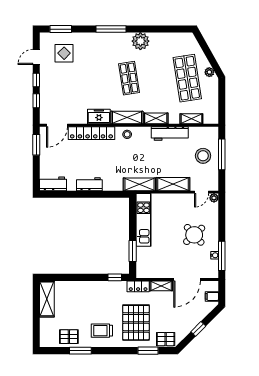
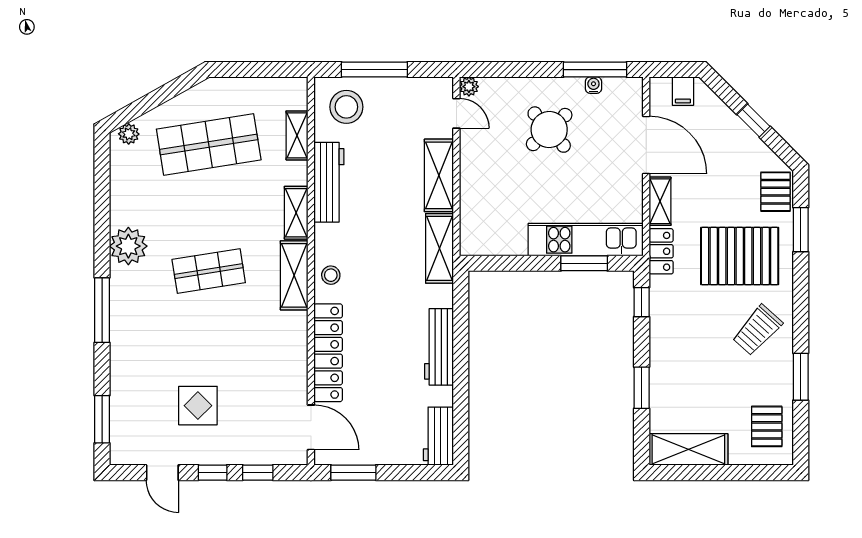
display table: (64, 53) -> (198, 406), moved
plant: (209, 72) -> (129, 134), moved
freezer: (99, 116) -> (292, 336), removed
stool: (203, 156) -> (346, 107), moved
workbench: (89, 184) -> (439, 347), width x1.38
kitchen unit: (143, 220) -> (586, 240), moved
window: (75, 277) -> (642, 388), added
trolley: (102, 331) -> (757, 330), turned 42
pallet: (69, 337) -> (767, 426), moved

